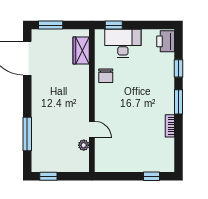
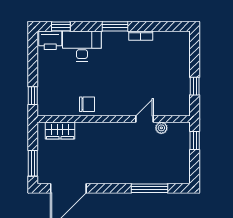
desk: (123, 43) -> (82, 46), moved, turned 90
window: (178, 68) -> (61, 26), moved
window: (48, 176) -> (195, 140), moved
window: (152, 176) -> (195, 86), moved

